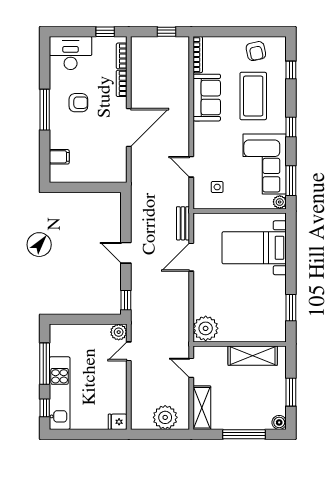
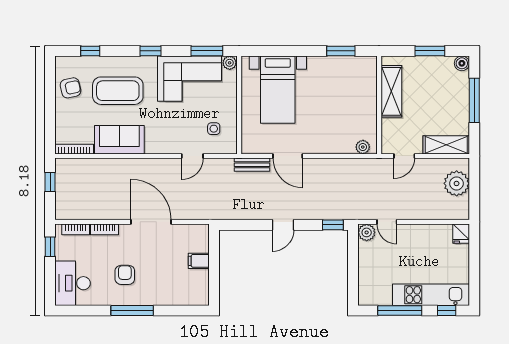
filing cabinet: (59, 157) -> (199, 261), moved, turned -90
plant: (206, 328) -> (363, 147), width x0.53, depth x0.53

